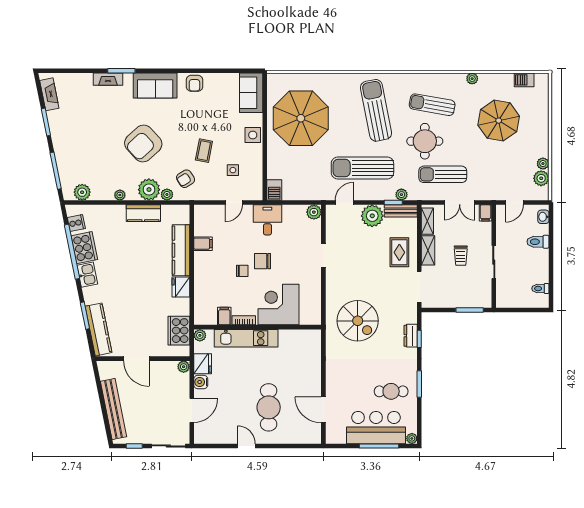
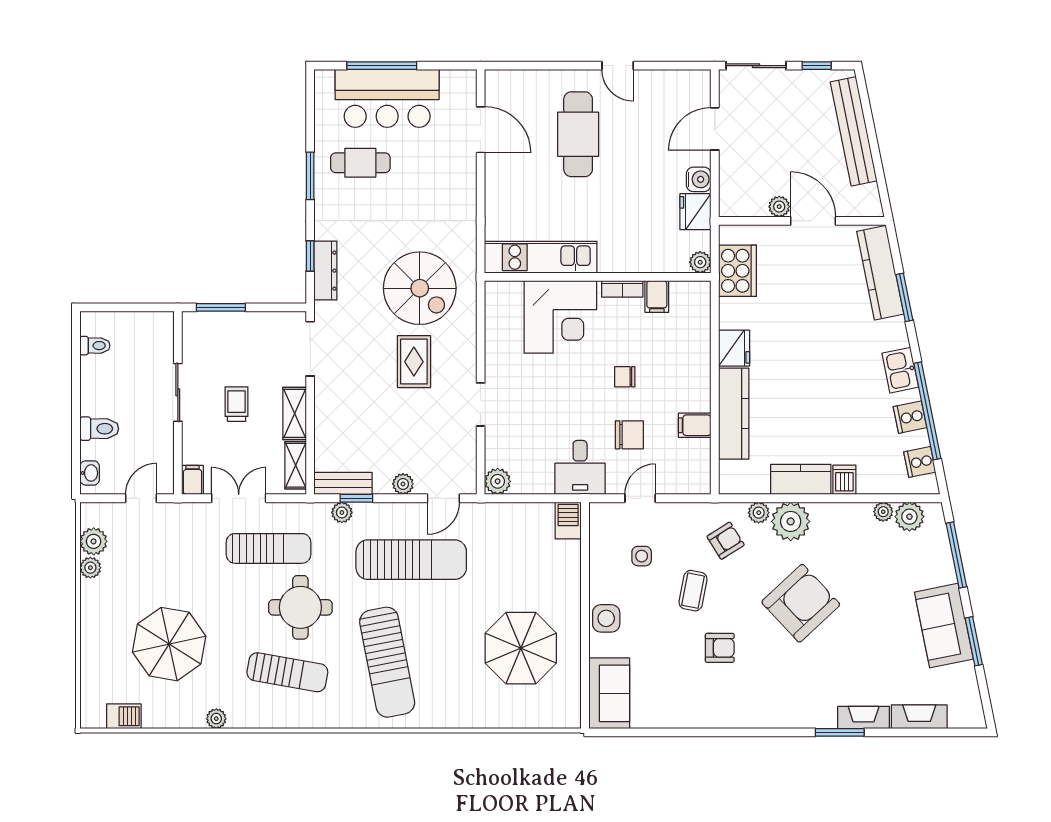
armchair: (194, 83) -> (720, 648), moved, turned 90
sofa: (155, 86) -> (944, 626), moved, turned -101
fireplace: (49, 94) -> (919, 717), moved, turned 101
parasol: (301, 118) -> (521, 648), width x0.73, depth x0.73
plant: (120, 195) -> (883, 512), moved
dishwasher: (119, 213) -> (844, 480), added
plant: (372, 216) -> (403, 484), width x0.53, depth x0.53
cooker: (84, 248) -> (910, 417), width x0.53, depth x0.76
rug: (399, 252) -> (414, 362), moved
chair: (262, 261) -> (629, 435), moved
spiral stairs: (358, 321) -> (420, 288), turned 180
dresser: (411, 336) -> (325, 271), width x1.44
kitchen unit: (246, 338) -> (541, 257), moved
plant: (184, 367) -> (779, 207), moved
plant: (412, 438) -> (323, 79), removed

